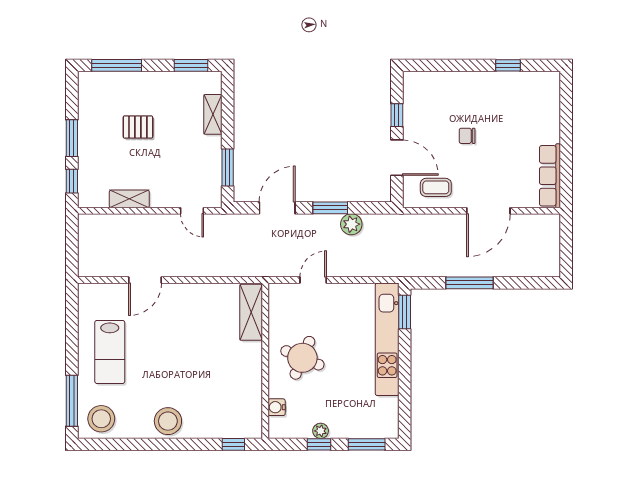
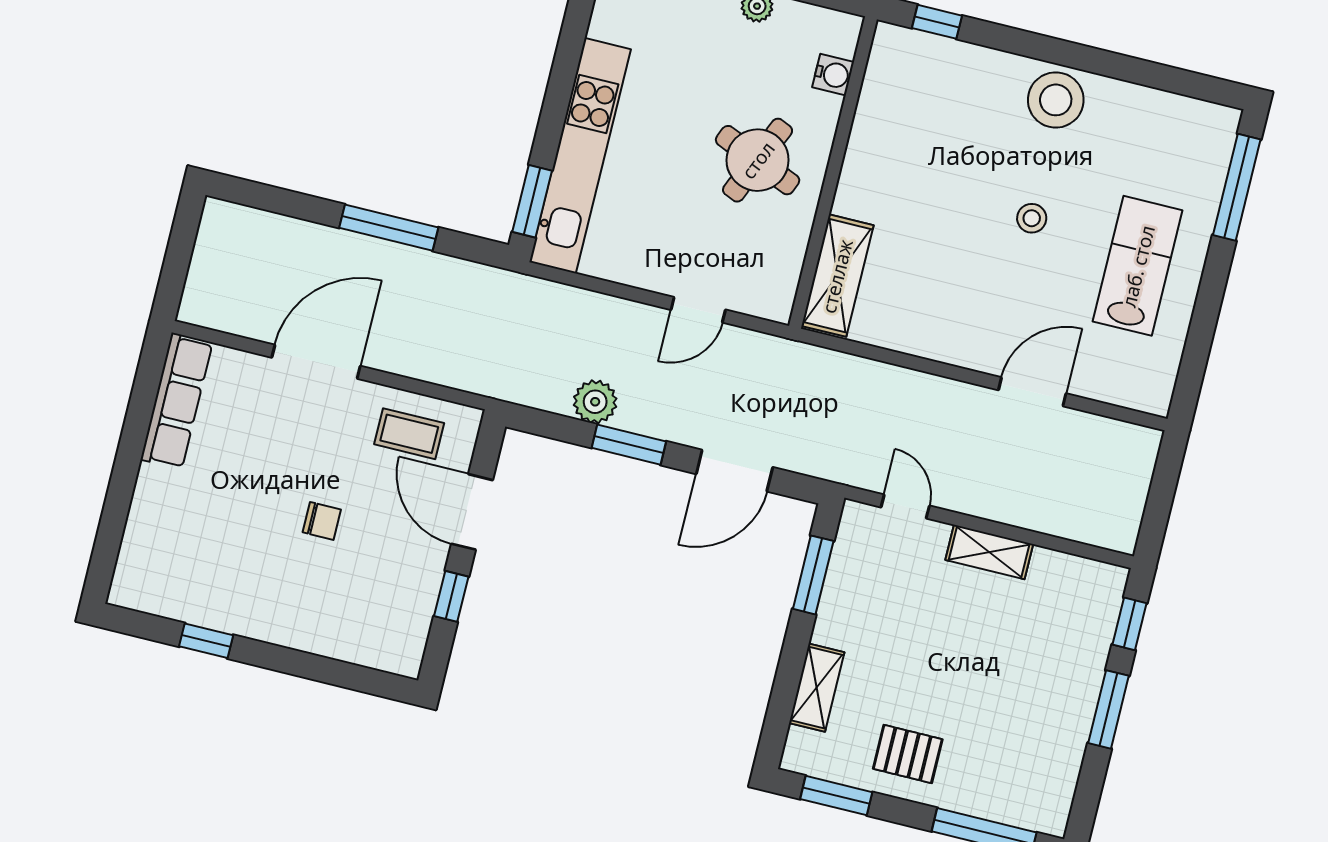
pallet: (138, 127) -> (908, 754), moved
shelving: (129, 199) -> (989, 552), moved
stool: (101, 419) -> (1032, 218), moved, width x0.53, depth x0.53

